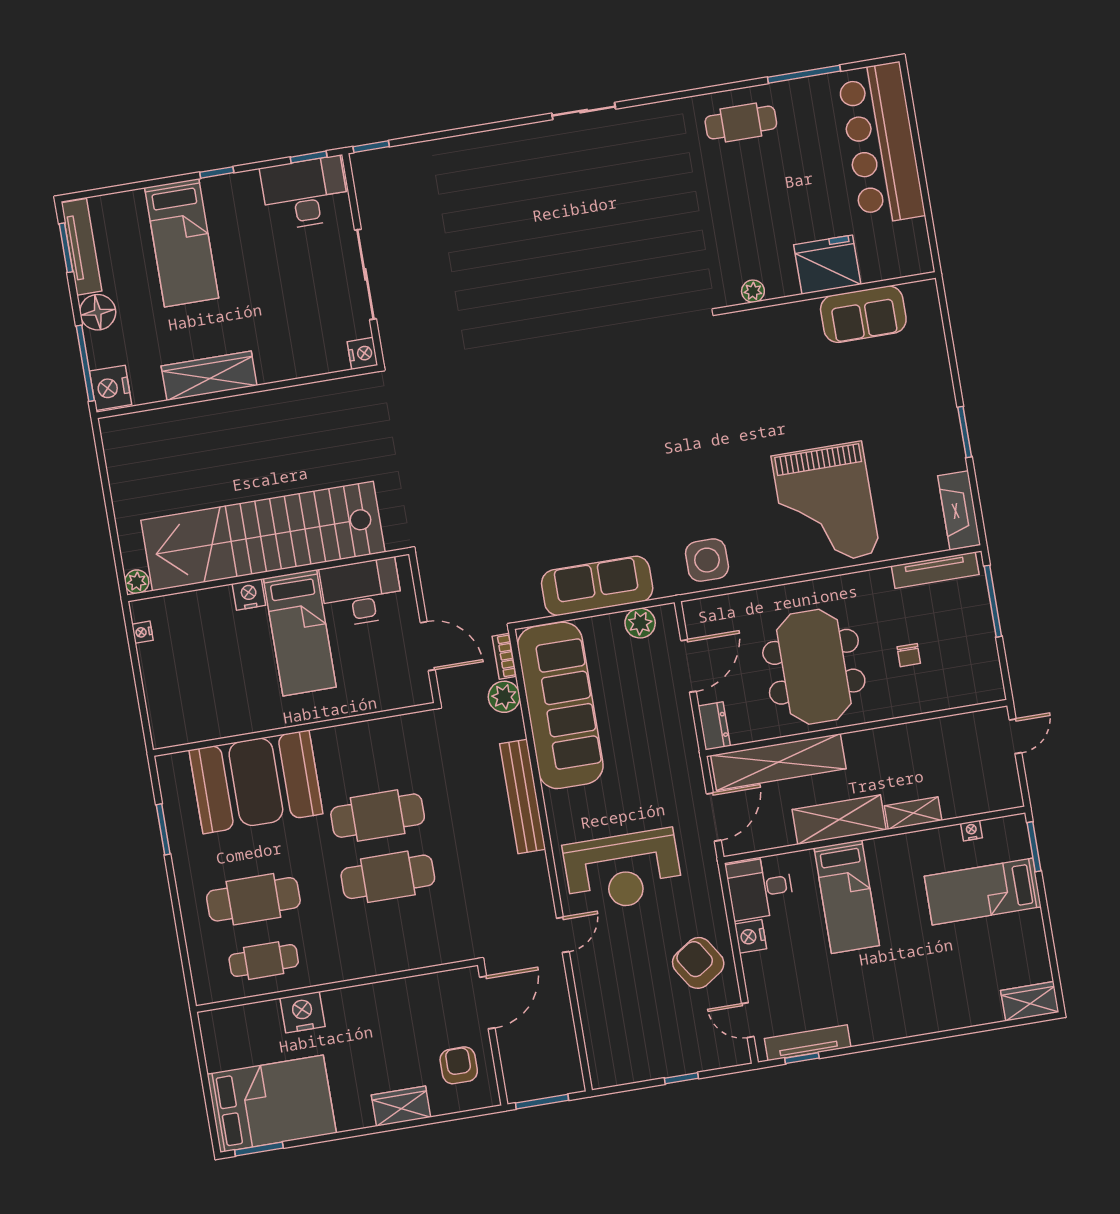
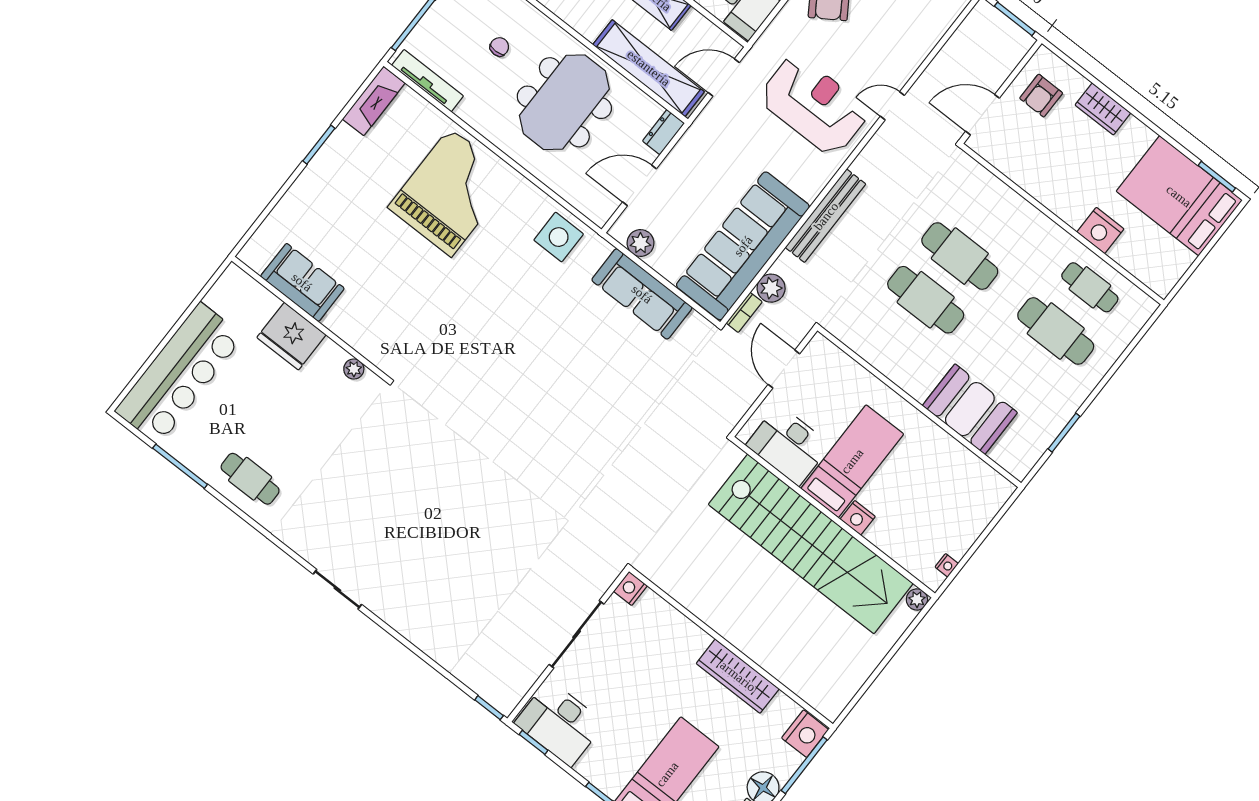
booth: (256, 782) -> (970, 409), width x0.73, depth x0.70

